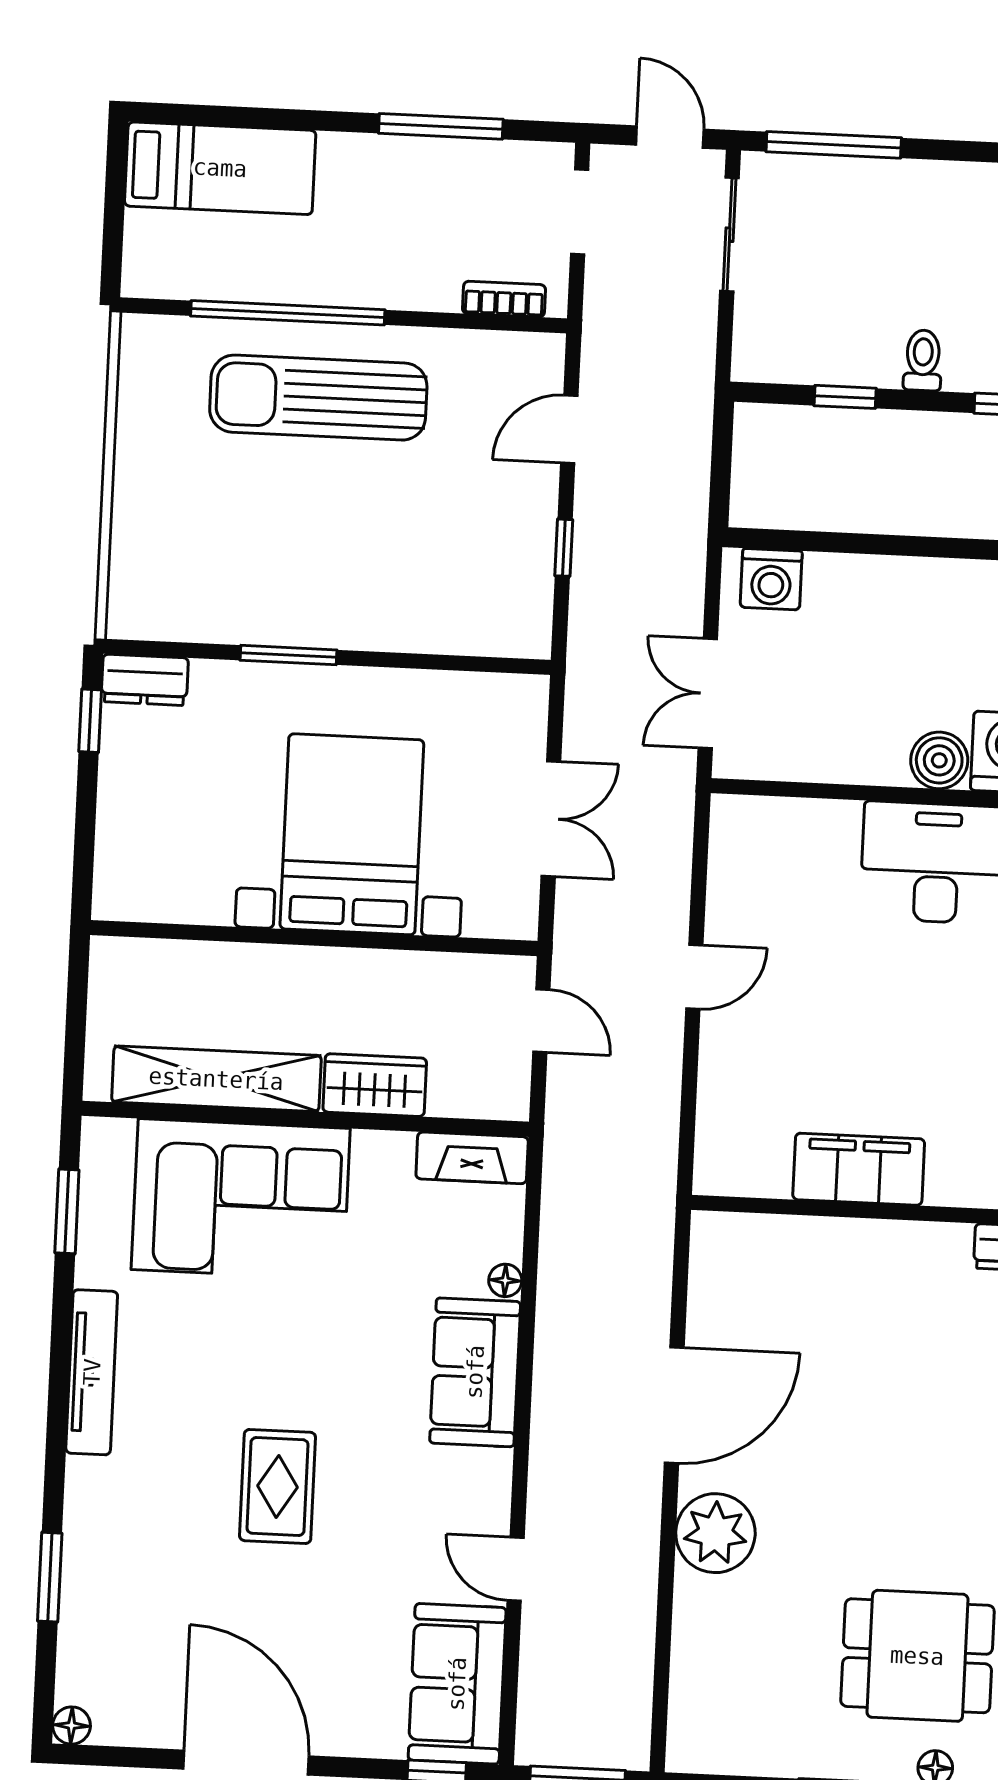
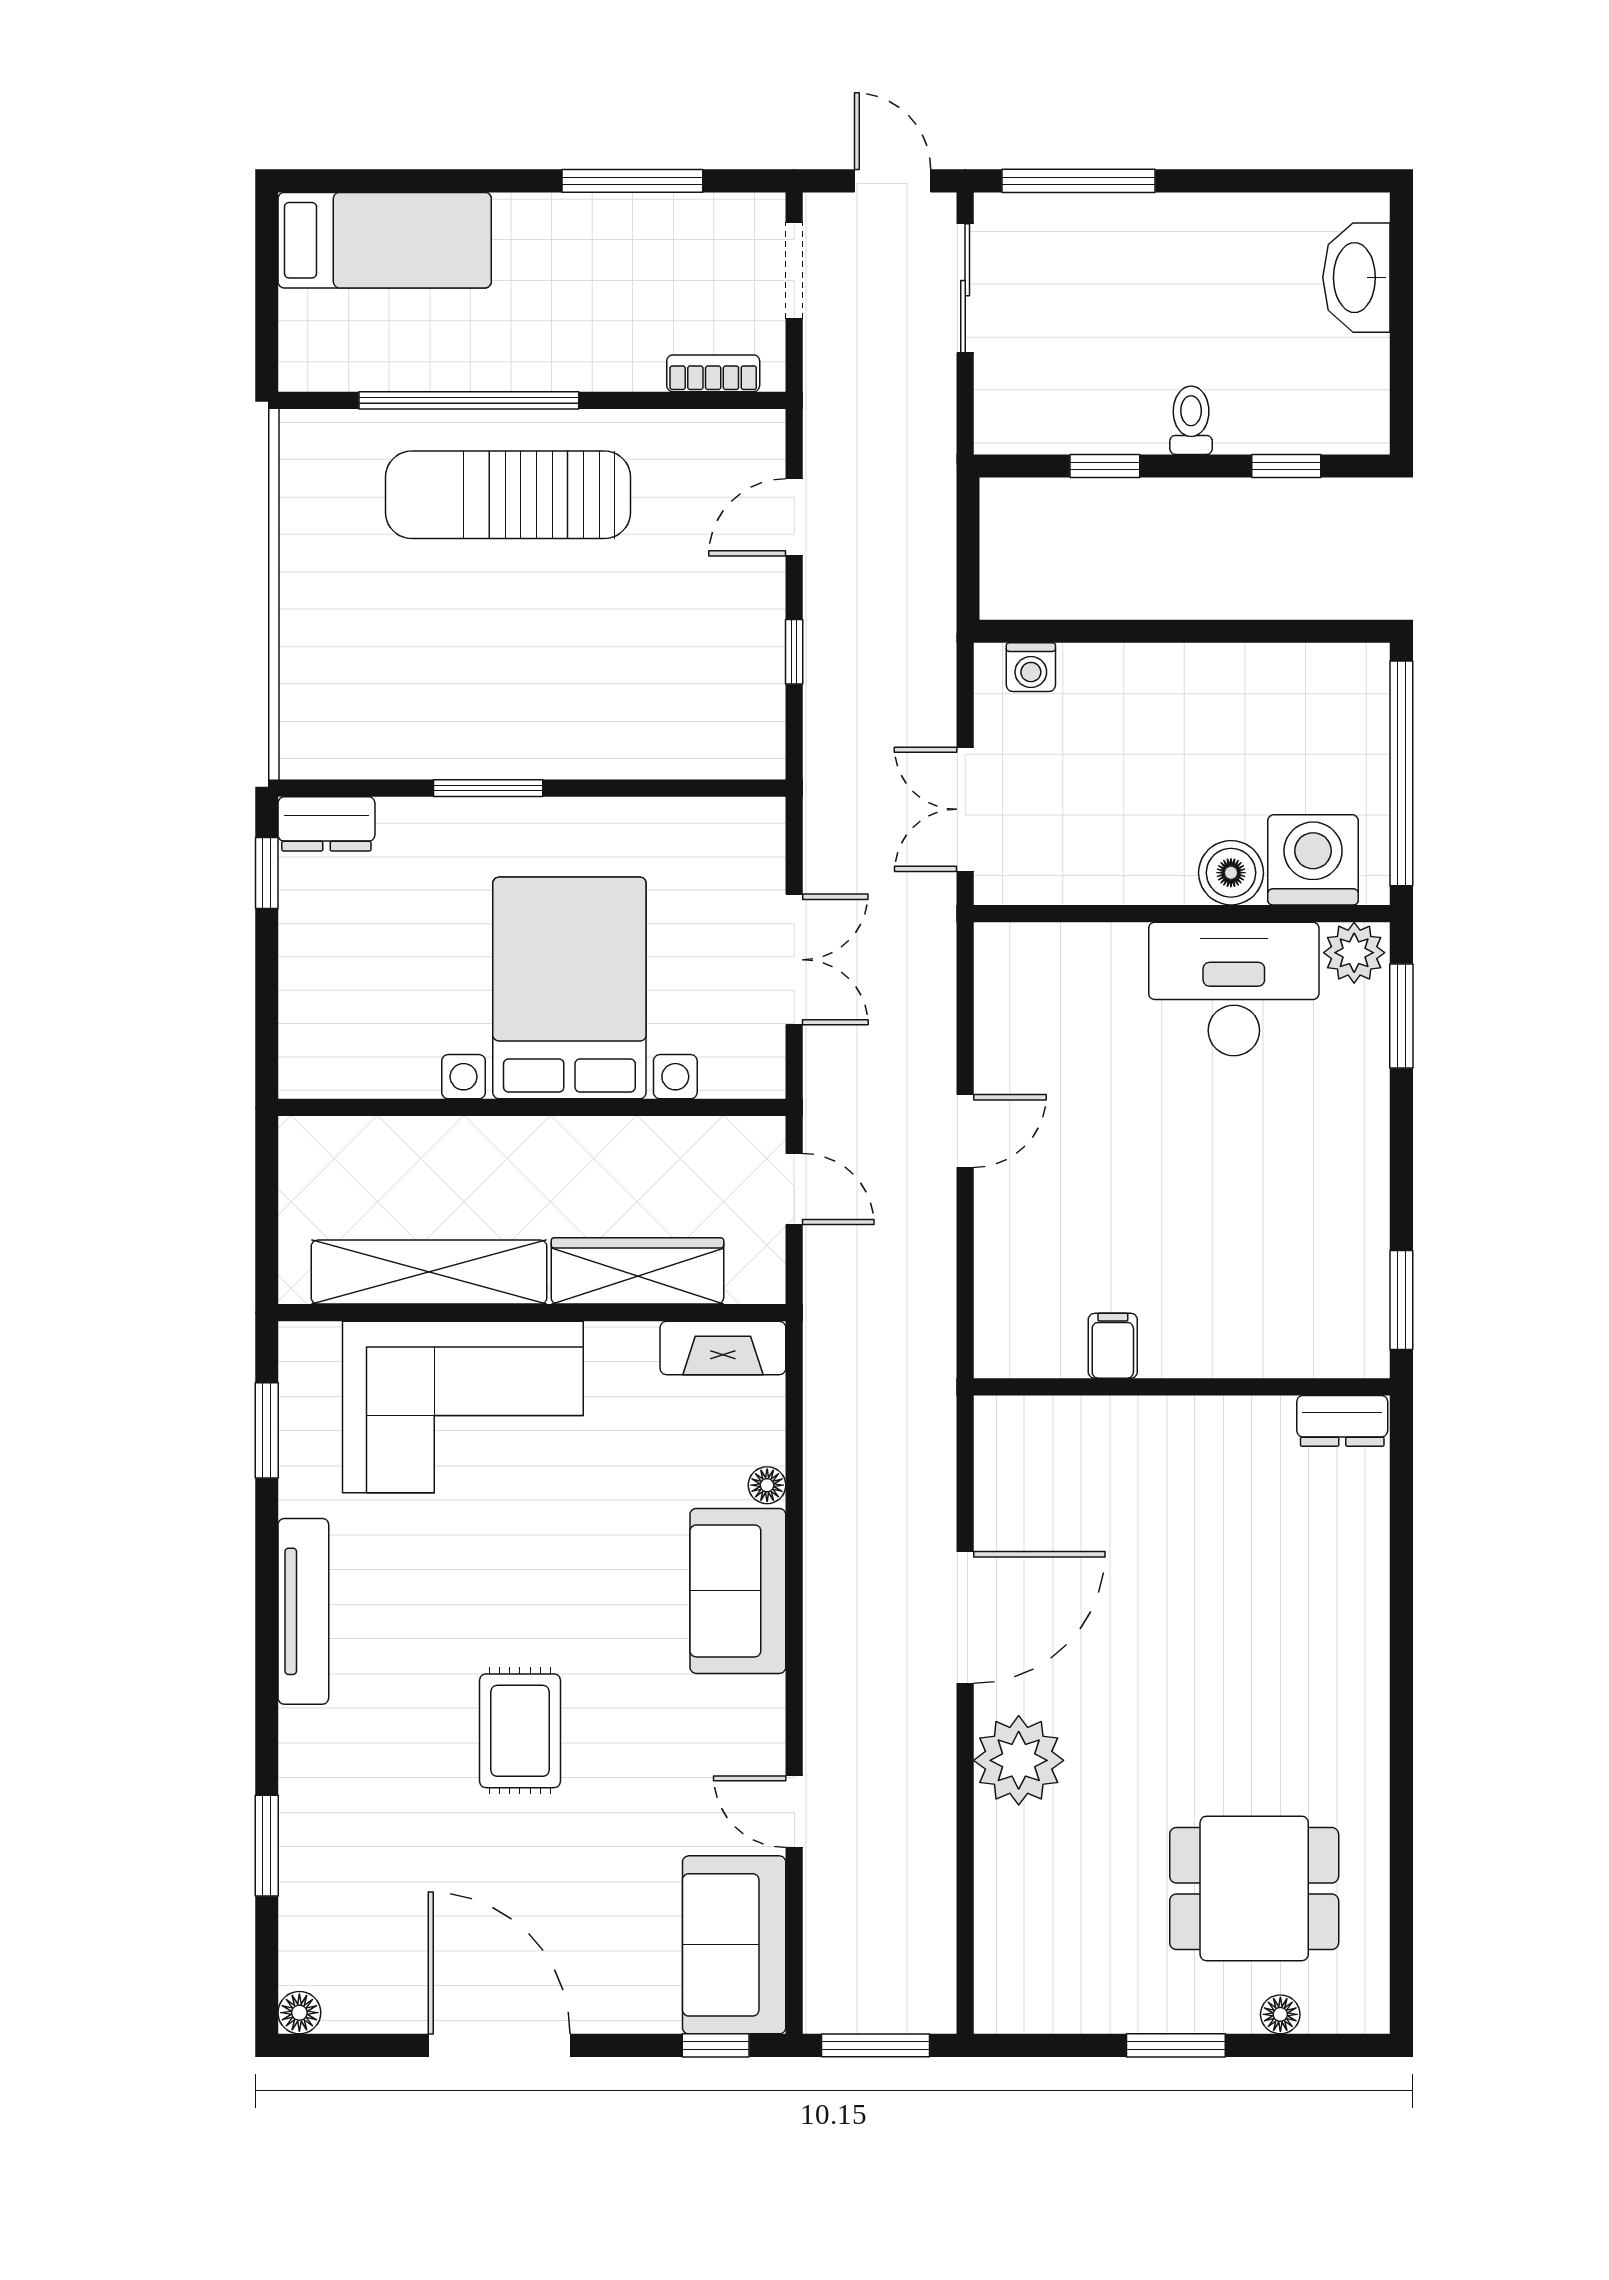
washing machine: (771, 579) -> (1031, 667), width x0.73, depth x0.73
wardrobe: (375, 1085) -> (637, 1271), width x1.50
filing cabinet: (859, 1169) -> (1113, 1346), width x0.33, depth x0.86

